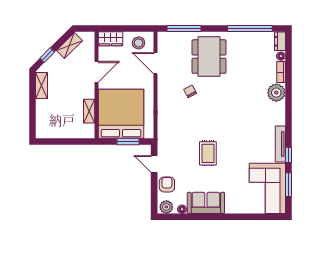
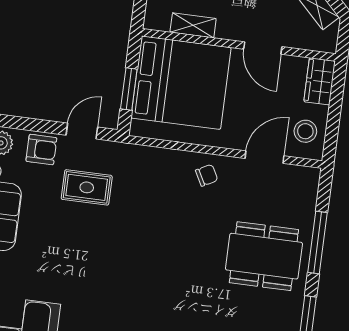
window: (184, 29) -> (317, 243), moved
chair: (190, 91) -> (207, 175), moved
rug: (208, 153) -> (87, 187), moved

